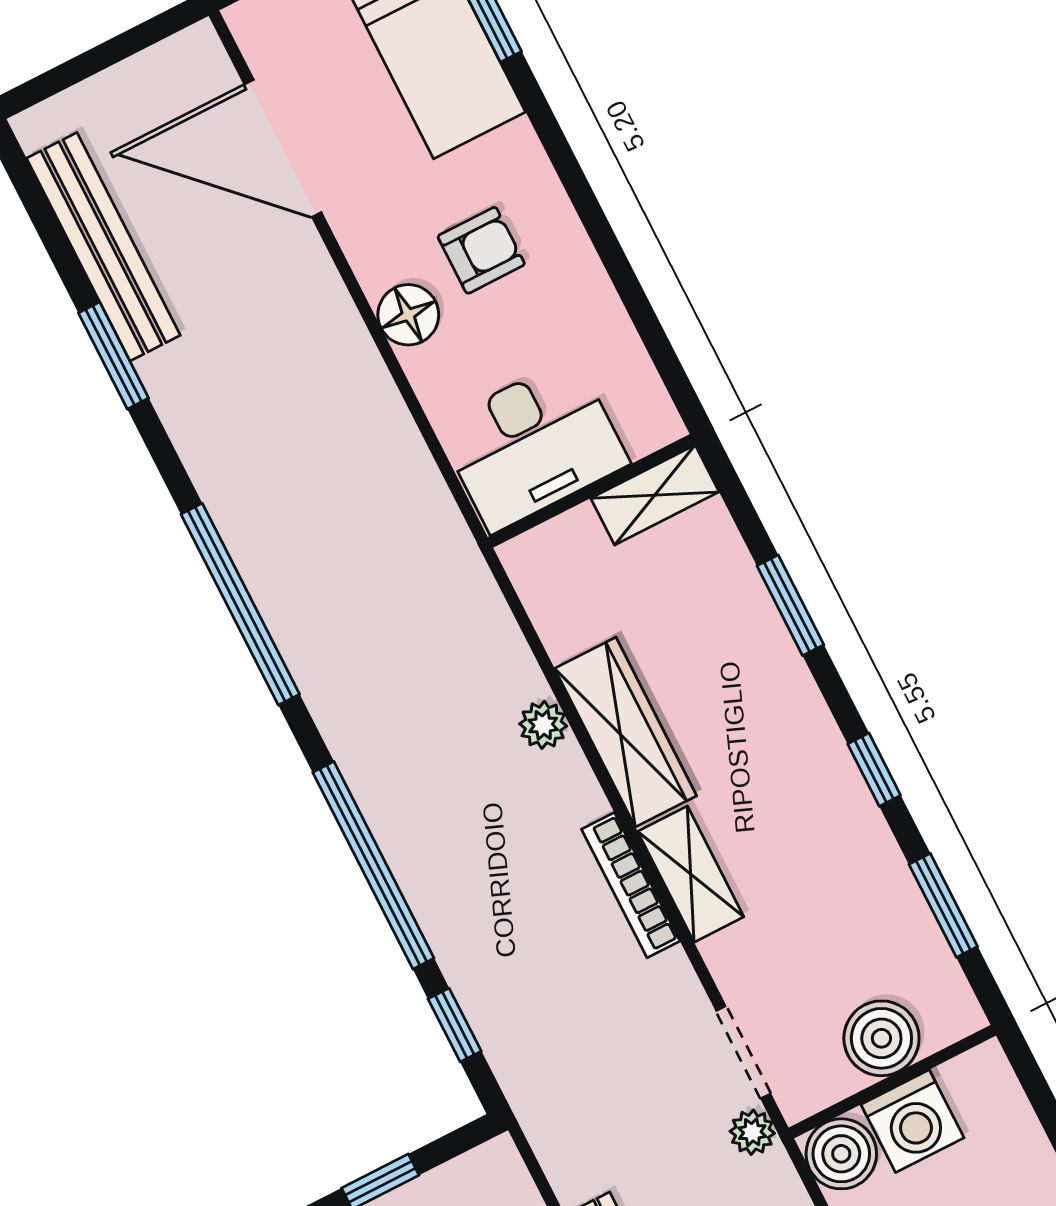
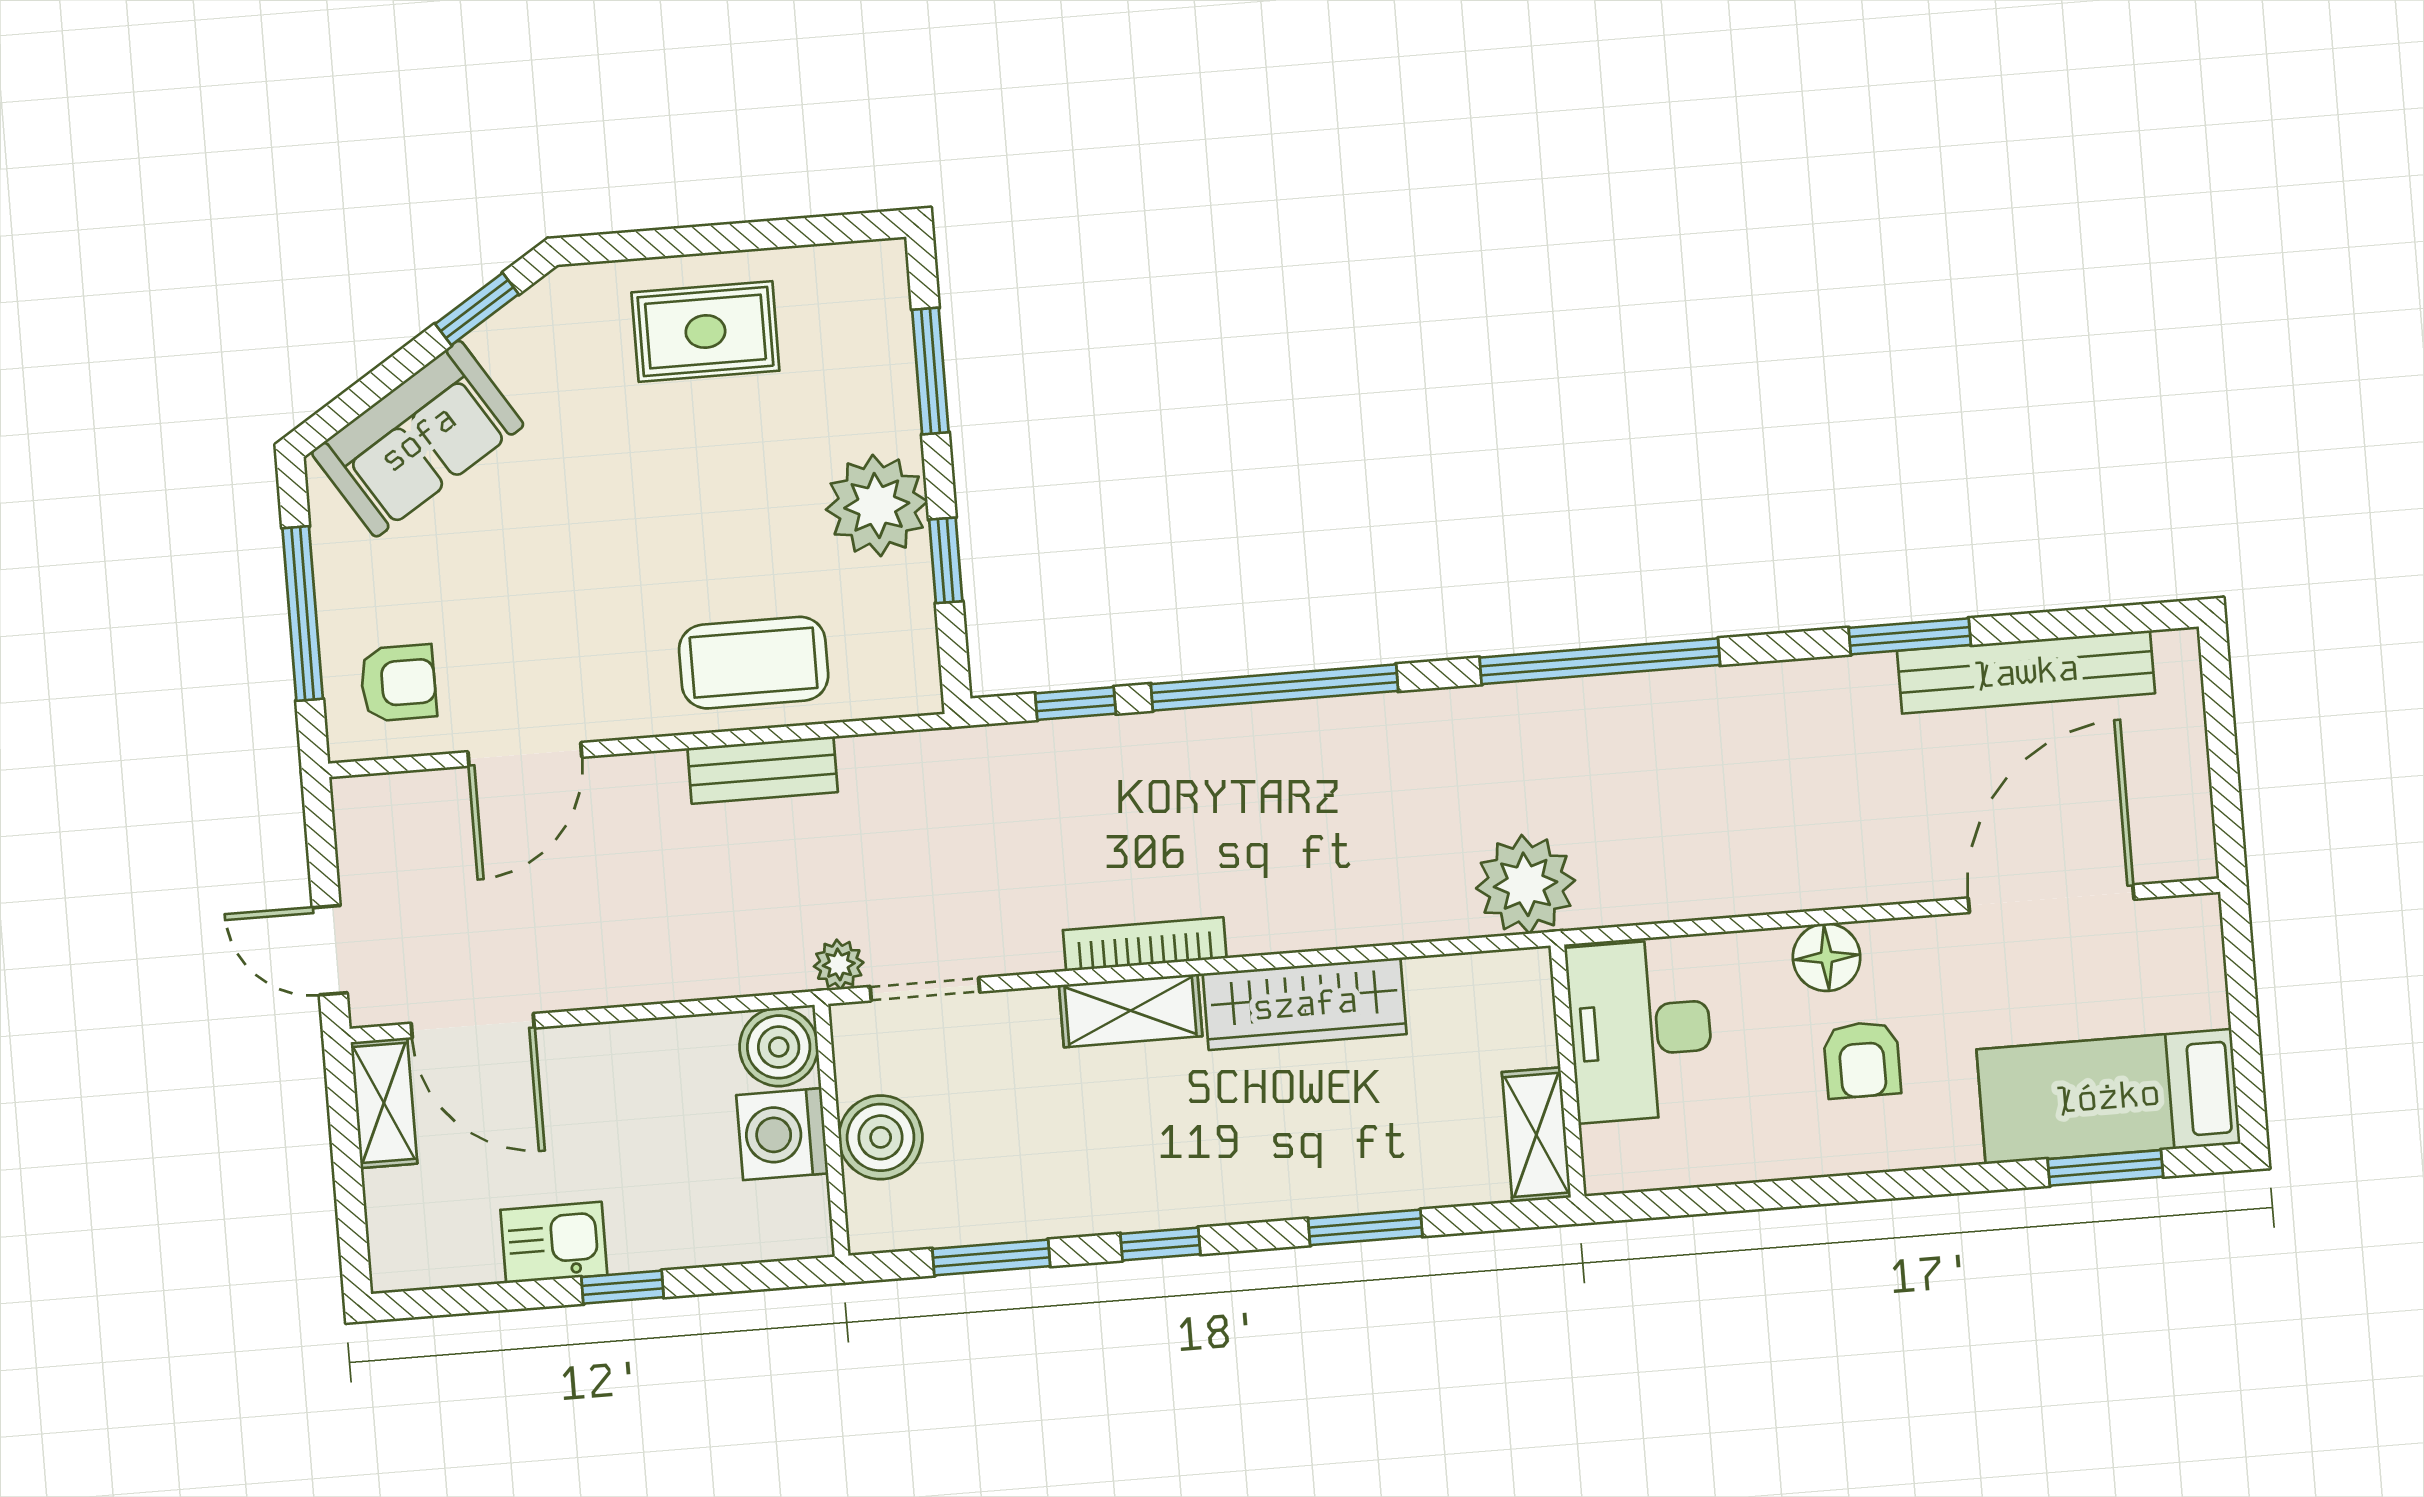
plant: (543, 725) -> (1526, 884), moved, width x1.88, depth x1.88

